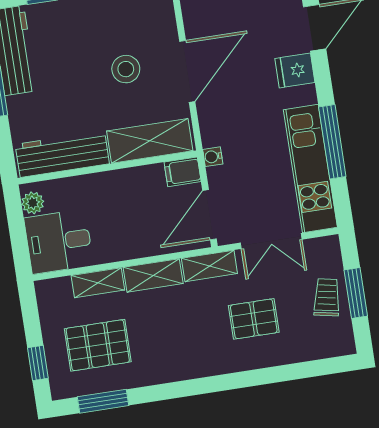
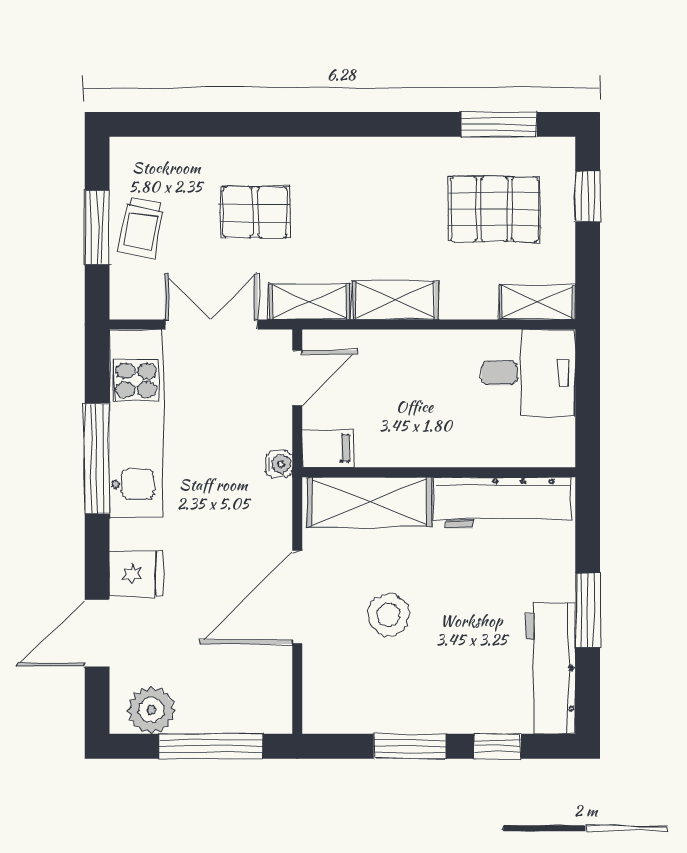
plant: (33, 203) -> (558, 437), removed
door: (209, 215) -> (297, 378), width x0.73
shelving: (98, 283) -> (537, 302), moved

